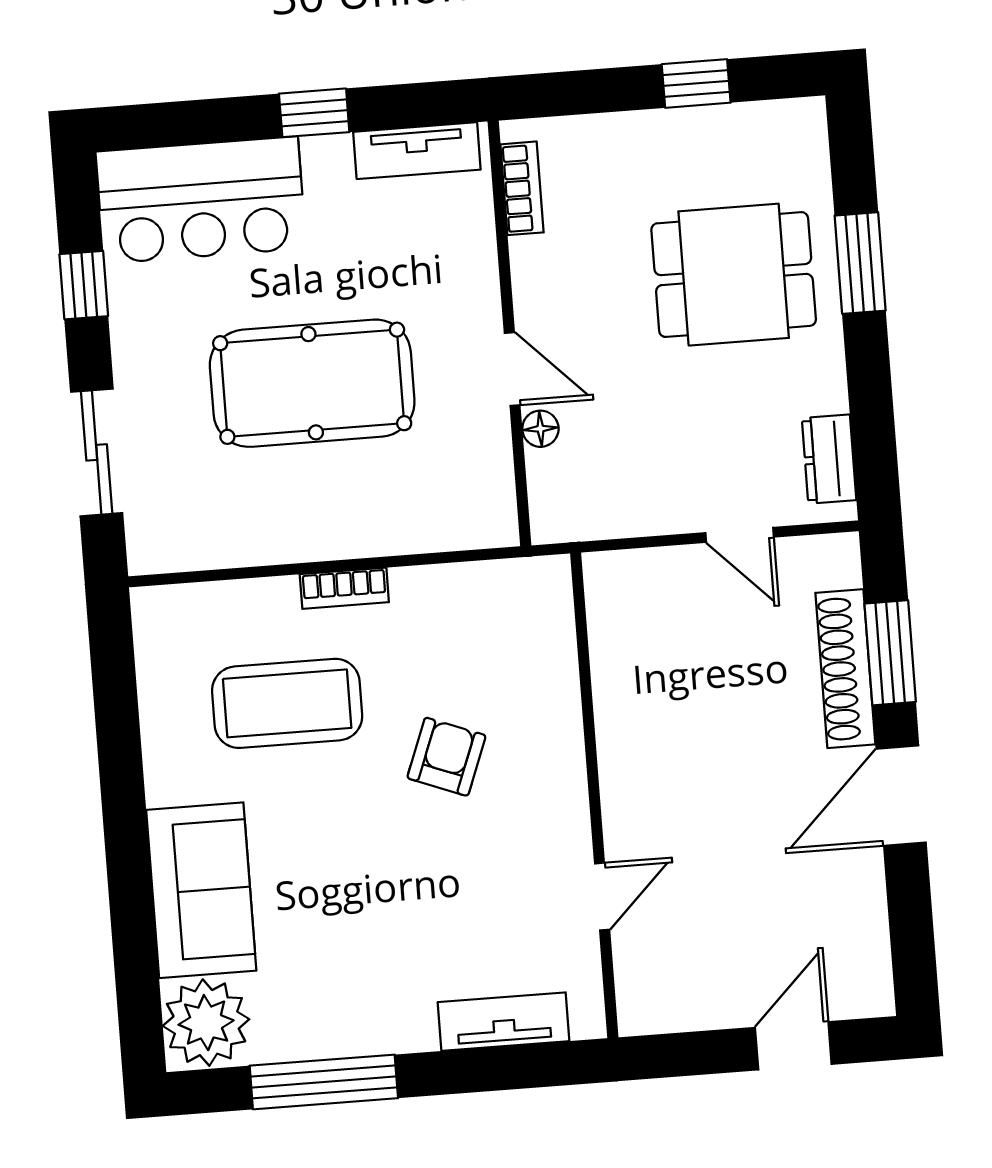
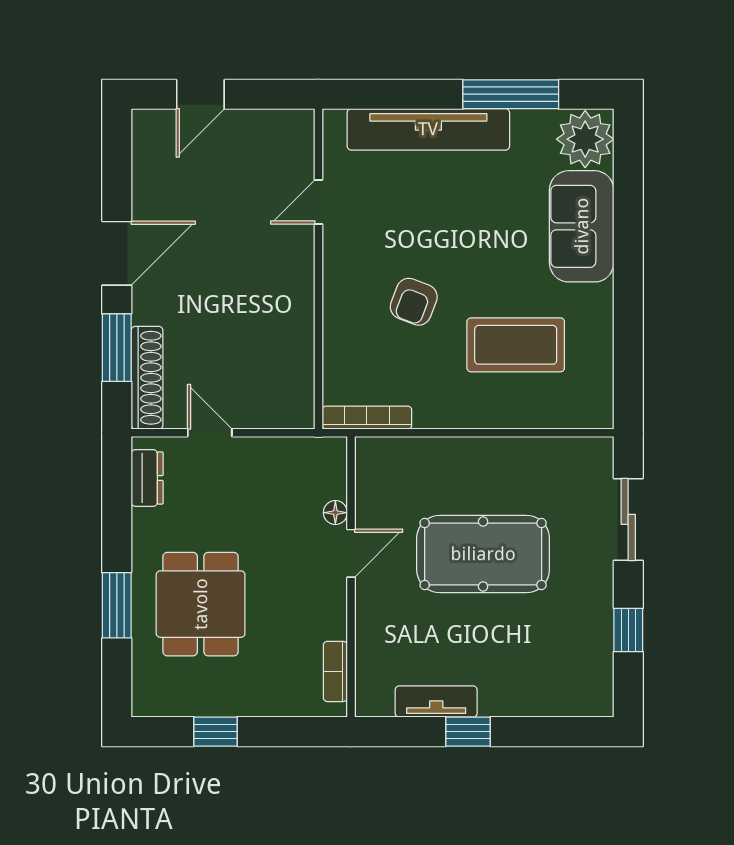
tv unit: (417, 151) -> (436, 702), moved
bar counter: (201, 200) -> (547, 680), removed
dining table: (734, 275) -> (201, 604), turned 90
door: (512, 369) -> (351, 553), swing flipped
bookcase: (344, 588) -> (367, 418), moved, width x1.56
shoe rack: (845, 669) -> (147, 378), moved
tv unit: (504, 1022) -> (428, 129), width x1.92, depth x1.29

